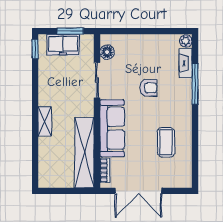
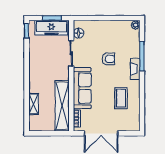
freezer: (63, 45) -> (51, 28), width x1.40
fireplace: (186, 63) -> (135, 69), moved
shelving: (45, 121) -> (34, 104), moved

